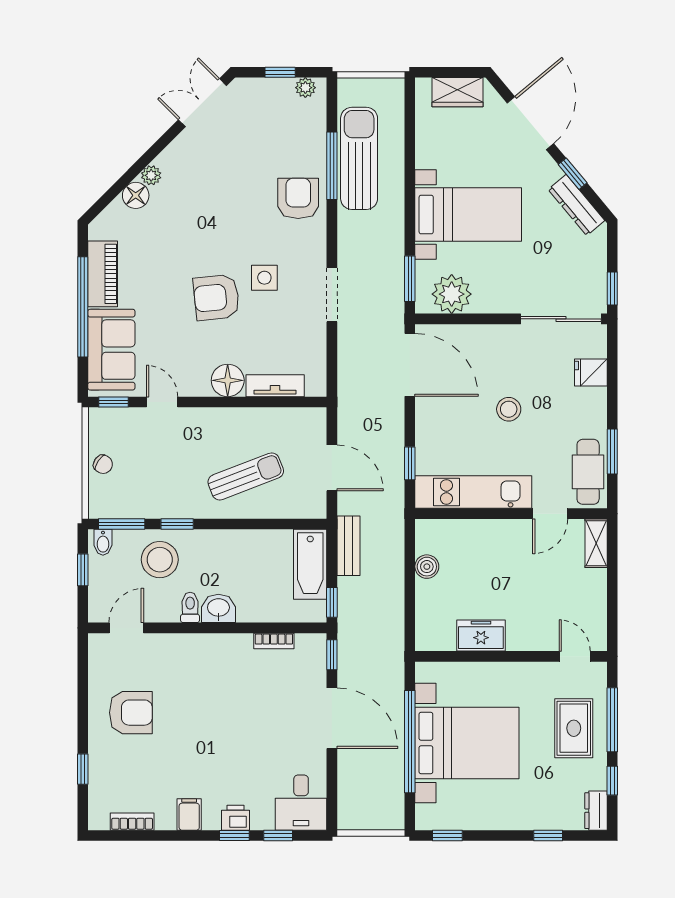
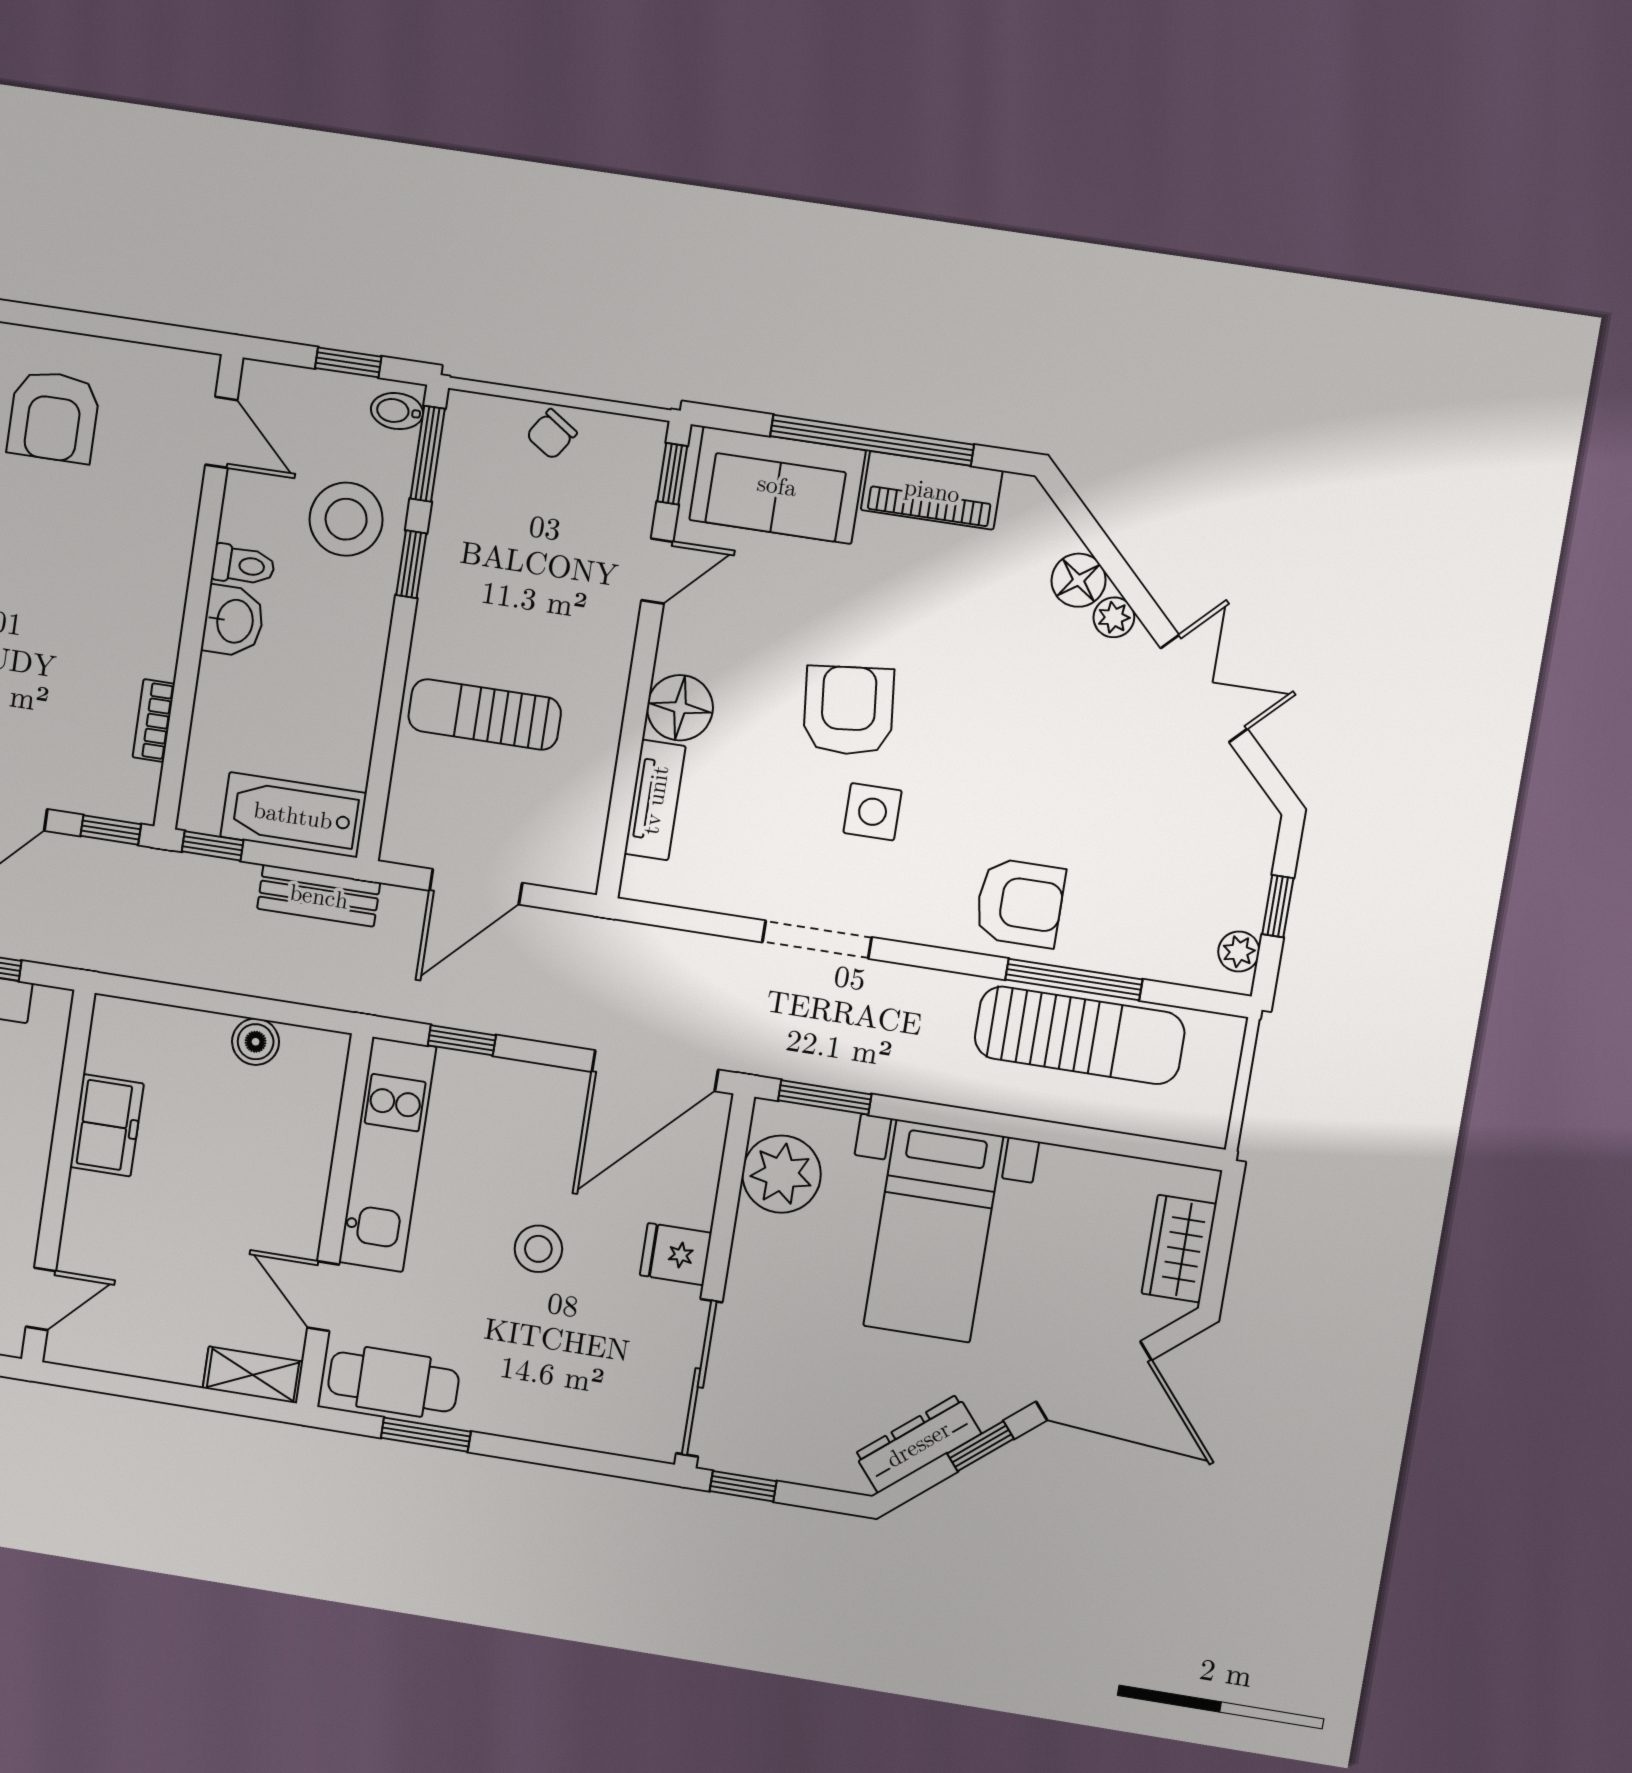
double door: (202, 103) -> (1204, 689), moved
fridge: (591, 373) -> (676, 1254), moved, turned -90
sun lounger: (246, 476) -> (485, 714), turned 111

